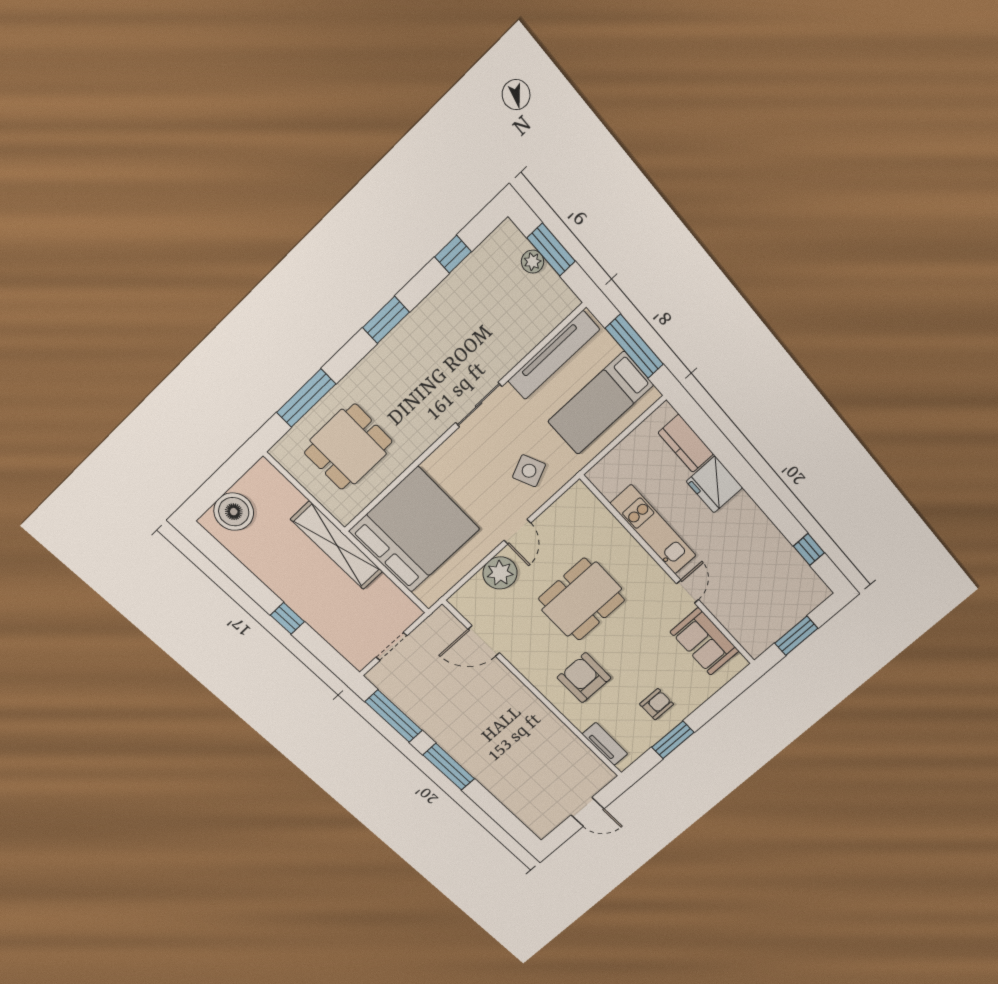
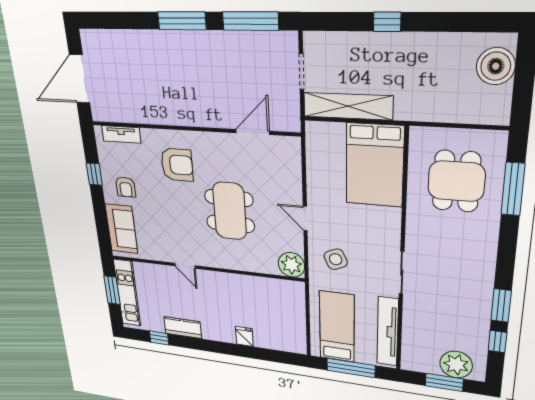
plant: (533, 262) -> (456, 365), width x1.87, depth x1.87
window: (386, 320) -> (501, 305), moved
kitchen counter: (686, 443) -> (183, 328), moved
fridge: (714, 485) -> (244, 336), width x0.53, depth x0.75
bed: (414, 530) -> (375, 165), width x0.73
kitchen unit: (653, 530) -> (127, 293), moved, turned -90
shelving: (337, 546) -> (348, 106), moved
plant: (500, 573) -> (291, 265), moved
sofa: (705, 642) -> (121, 229), moved, turned 90
window: (673, 740) -> (94, 174), width x0.67
door: (588, 812) -> (80, 79), width x1.88

